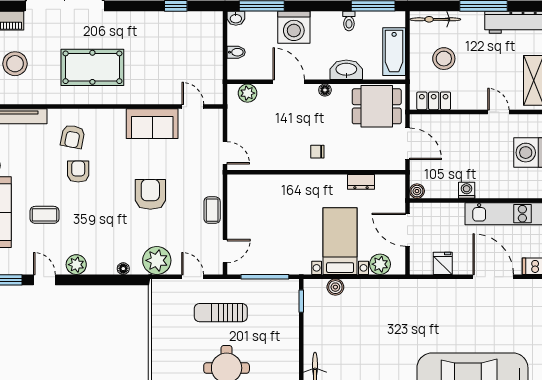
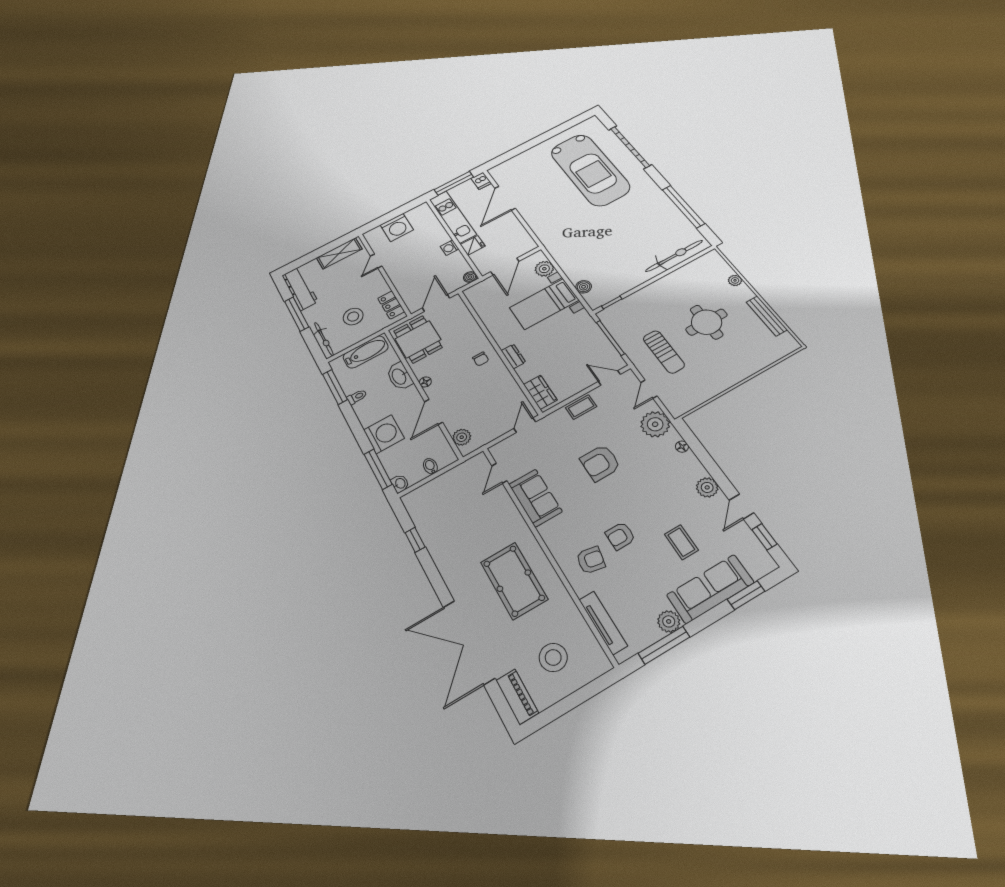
dresser: (361, 182) -> (513, 356), moved
wardrobe: (249, 184) -> (540, 392), added
fridge: (443, 263) -> (473, 245), moved, turned 180

